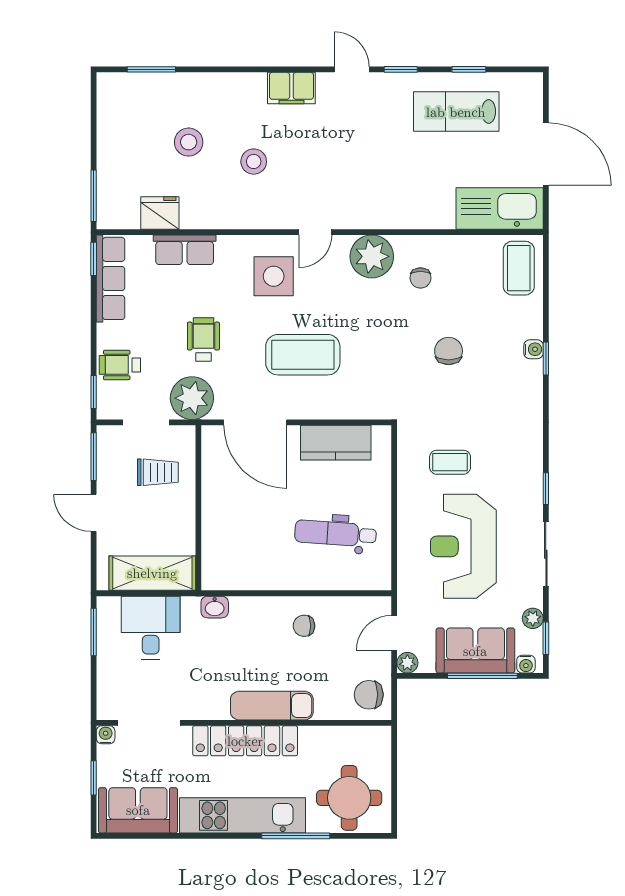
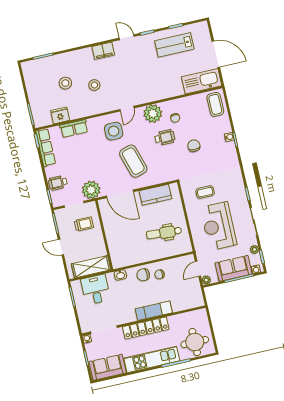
wheelchair: (203, 340) -> (165, 137), moved, turned 90
coffee table: (303, 355) -> (133, 161), turned 73
chair: (369, 695) -> (143, 275), moved

